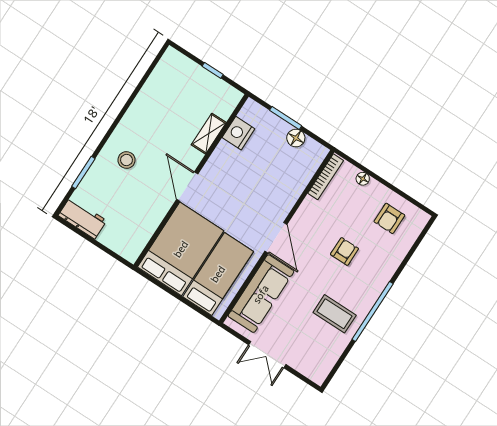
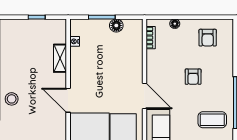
nightstand: (238, 133) -> (75, 41), width x0.53, depth x0.56
stool: (126, 160) -> (12, 99), moved
bookcase: (326, 177) -> (151, 38), width x0.64
armchair: (344, 252) -> (193, 77), turned 180

